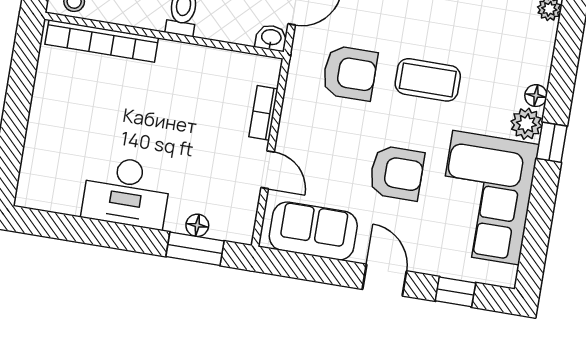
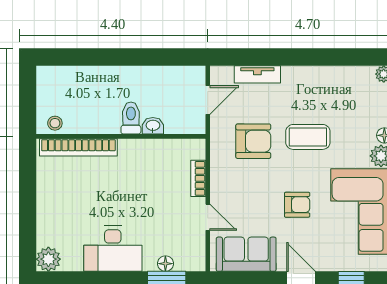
washbasin: (271, 38) -> (153, 126), moved
armchair: (397, 173) -> (297, 205), width x0.72, depth x0.72
plant: (33, 192) -> (48, 259), added

